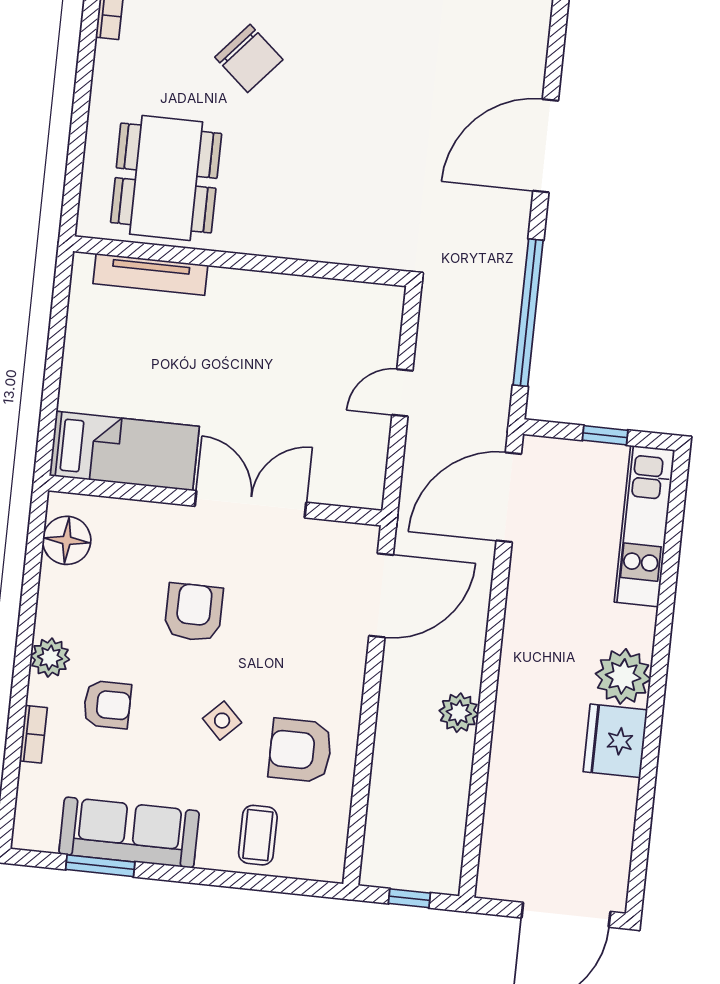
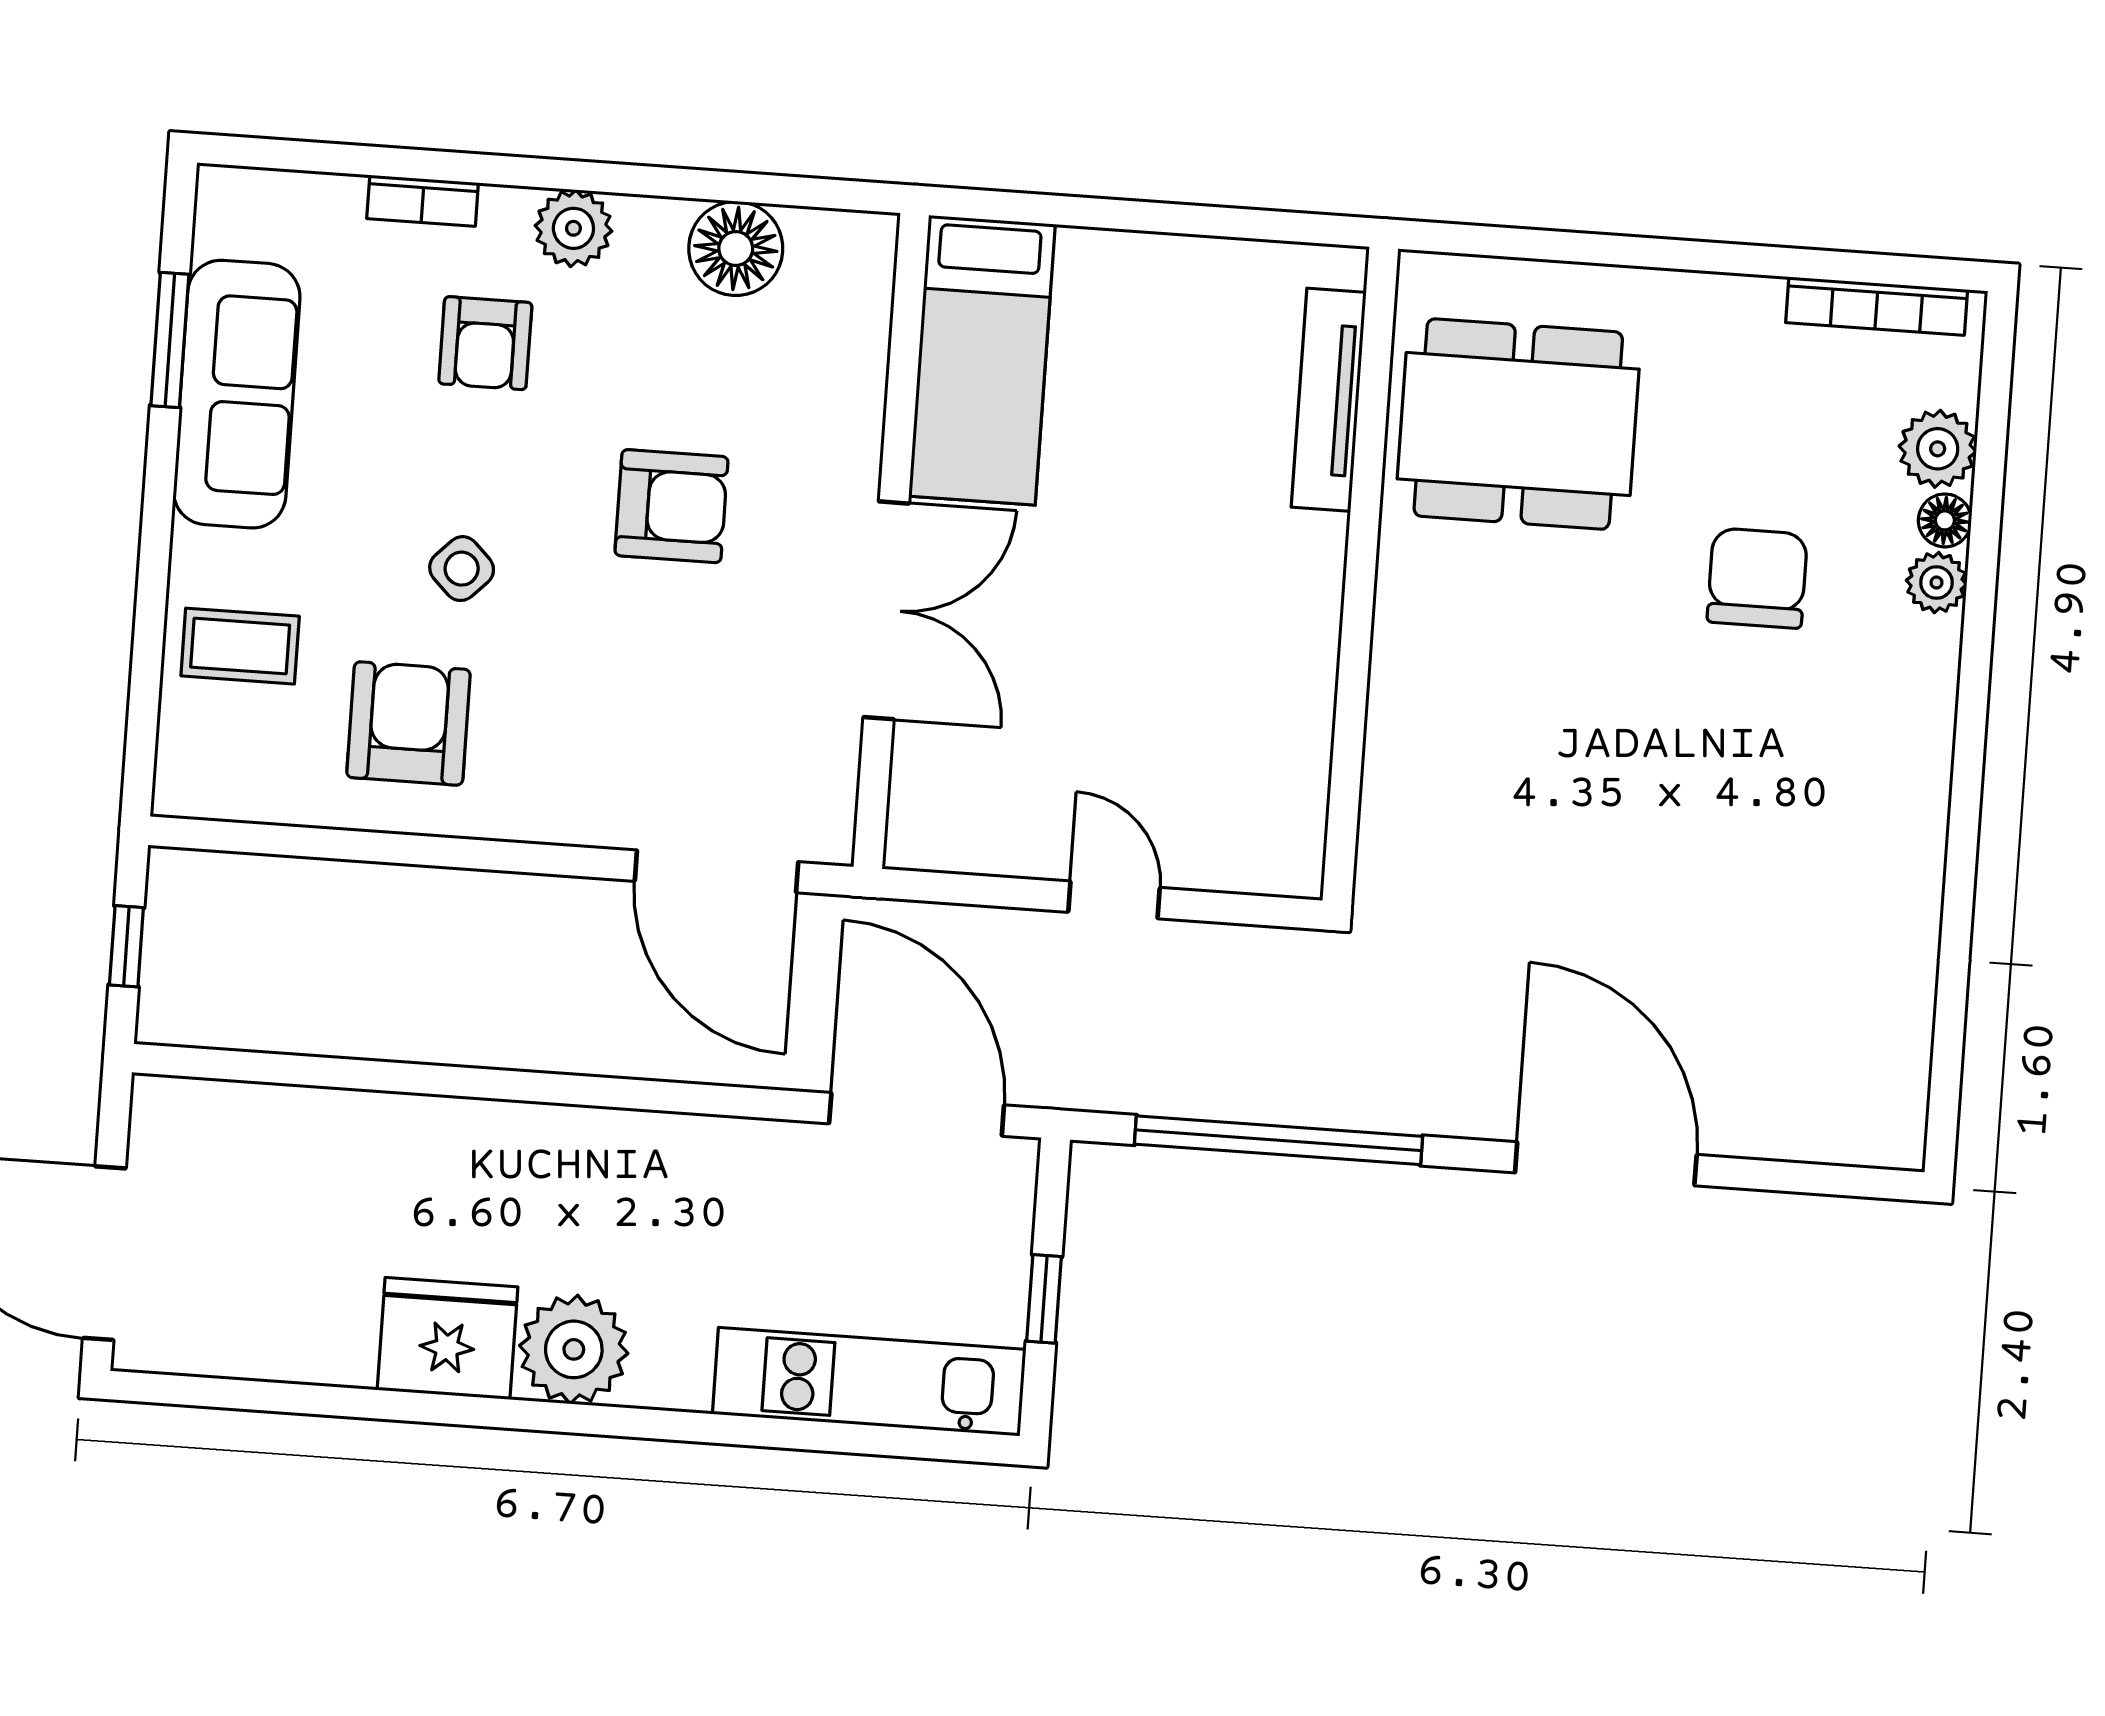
chair: (249, 58) -> (1757, 578), turned 139
floor lamp: (67, 540) -> (736, 249), moved
plant: (459, 713) -> (492, 1031), removed

